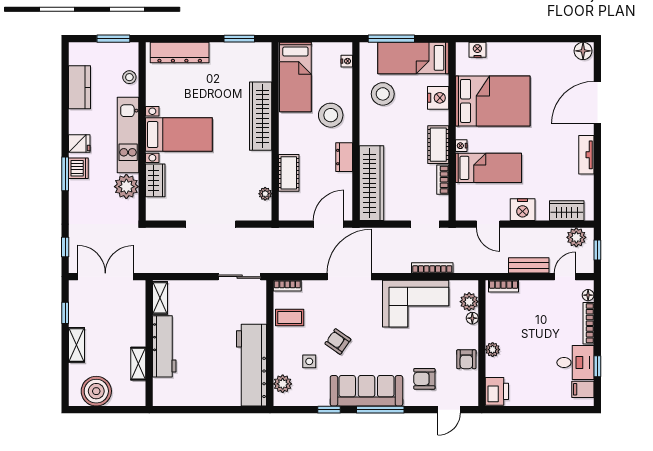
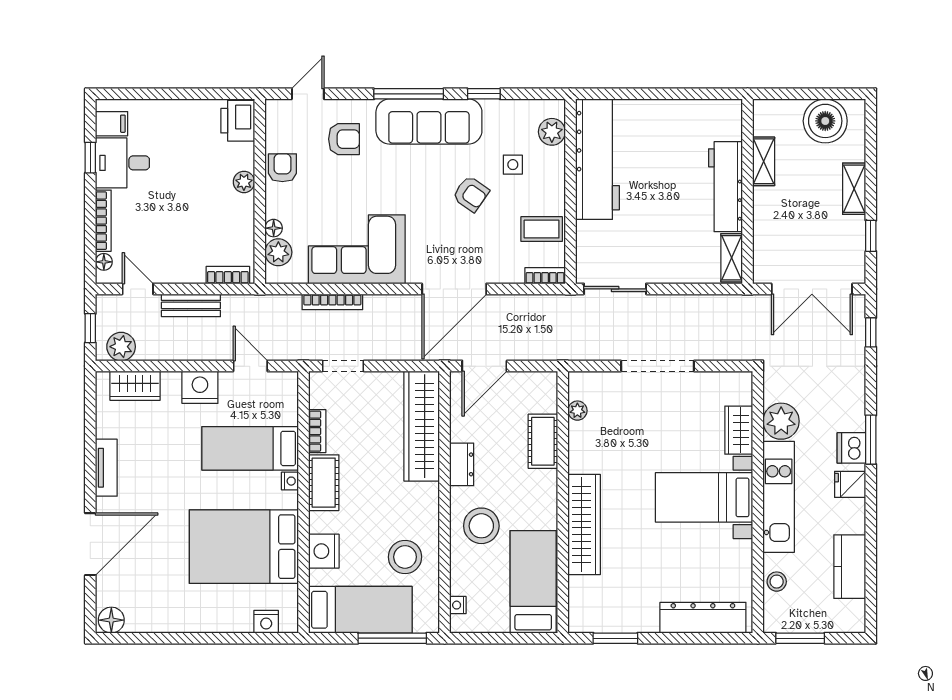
door: (565, 277) -> (138, 289), swing flipped

